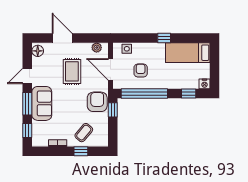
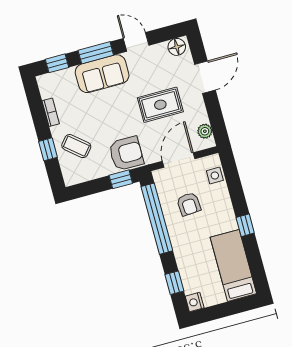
armchair: (141, 71) -> (189, 204), turned 86

